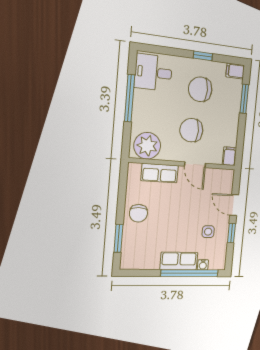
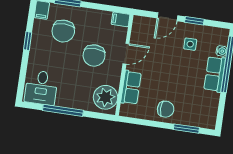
chair: (200, 89) -> (63, 31), moved

